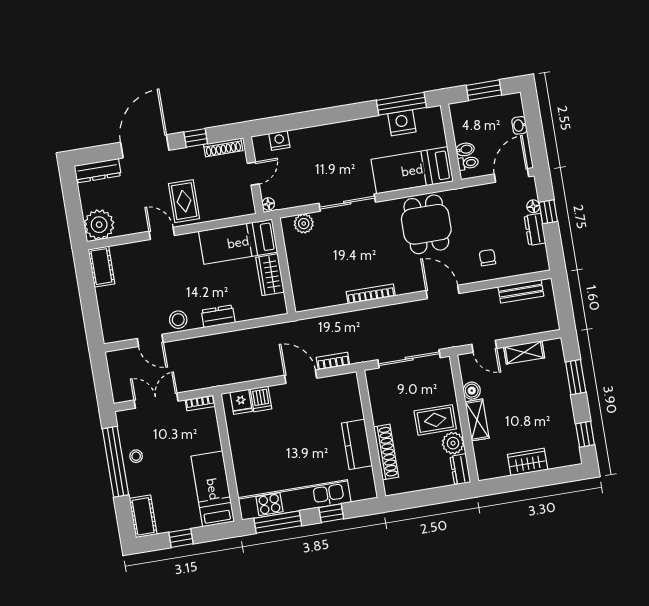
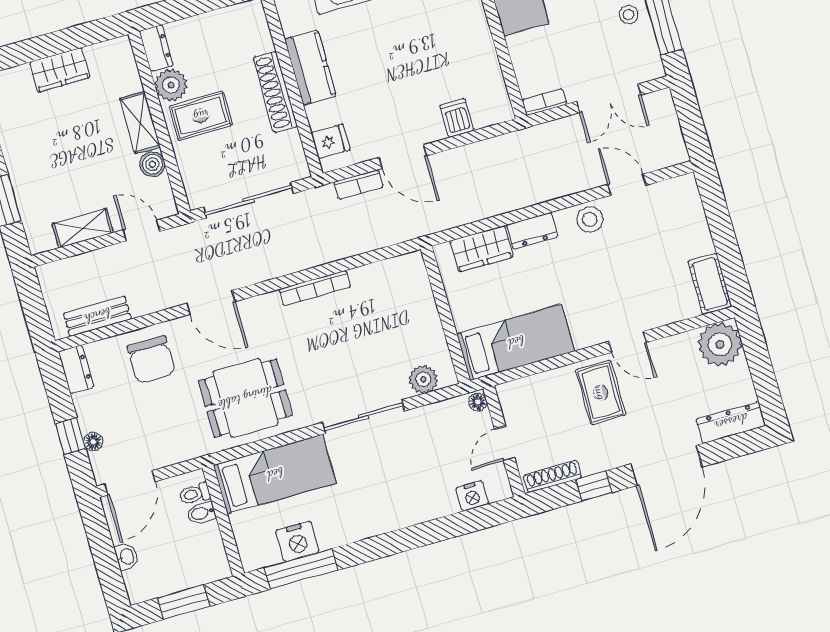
dining table: (426, 224) -> (245, 398), turned 90
dresser: (535, 229) -> (76, 369), moved
chair: (487, 258) -> (151, 360), width x1.87, depth x1.87
wardrobe: (270, 275) -> (481, 249), moved, turned 90
fridge: (241, 402) -> (330, 141), moved, turned 90
shoe rack: (386, 452) -> (275, 92), moved

